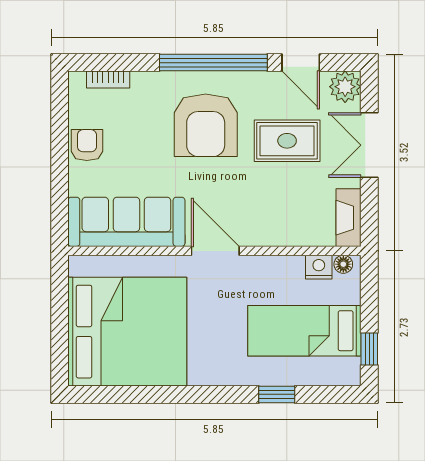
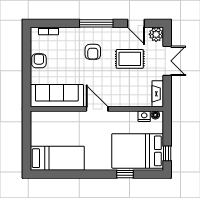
window: (213, 63) -> (96, 23), width x0.68
armchair: (206, 125) -> (93, 52), width x0.53, depth x0.53
double door: (369, 145) -> (167, 61), swing flipped
bed: (304, 331) -> (138, 151), width x1.50
bed: (127, 332) -> (57, 158), width x0.49

